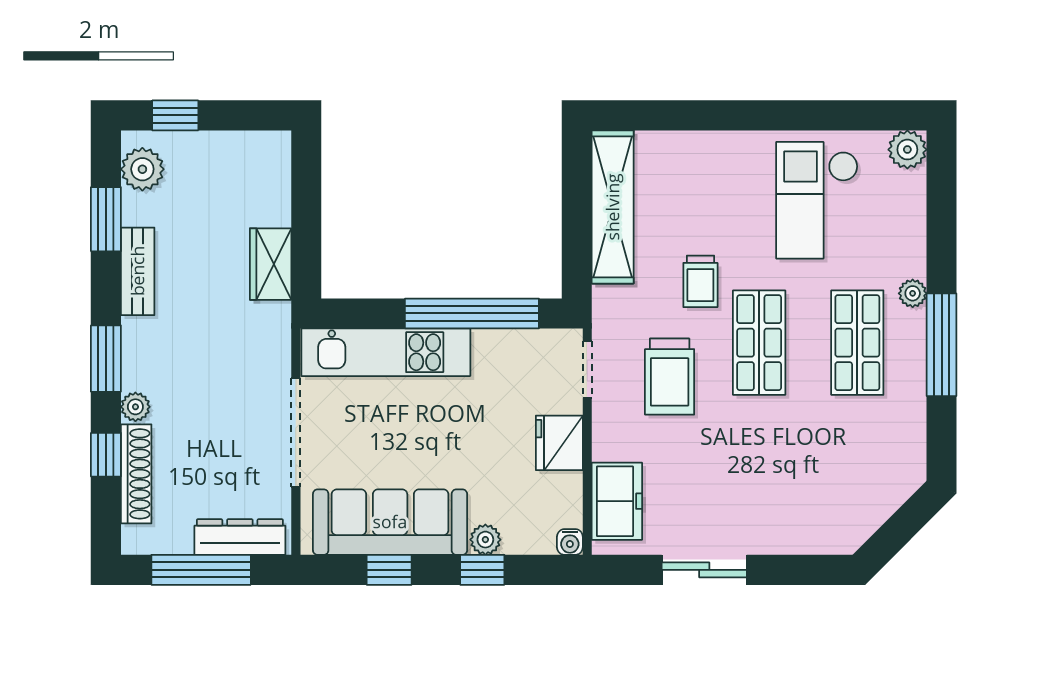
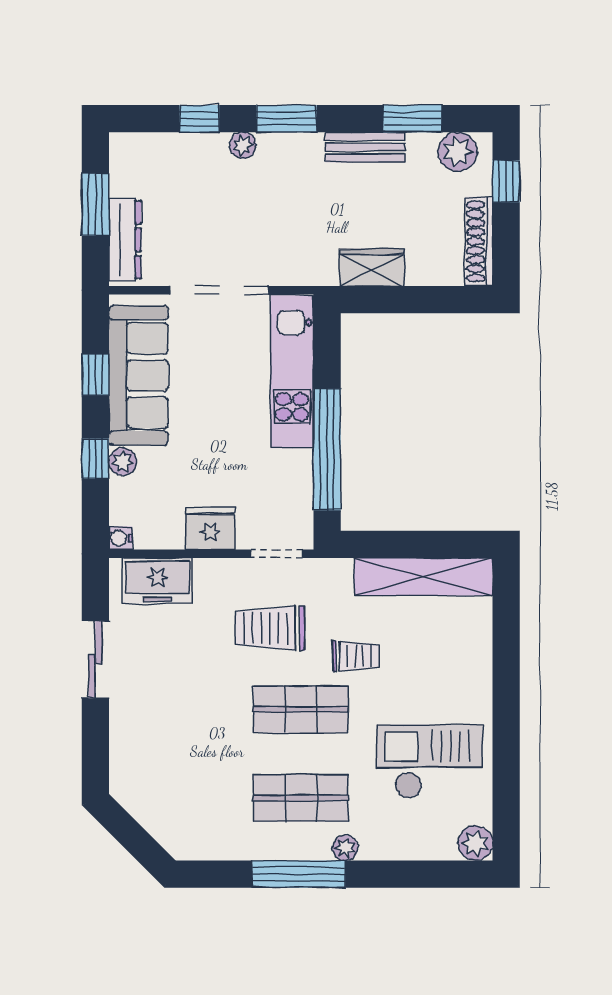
trolley: (700, 281) -> (356, 656), turned 180
shoe rack: (136, 474) -> (479, 241), moved, turned 90
window: (201, 570) -> (95, 205), width x0.69

